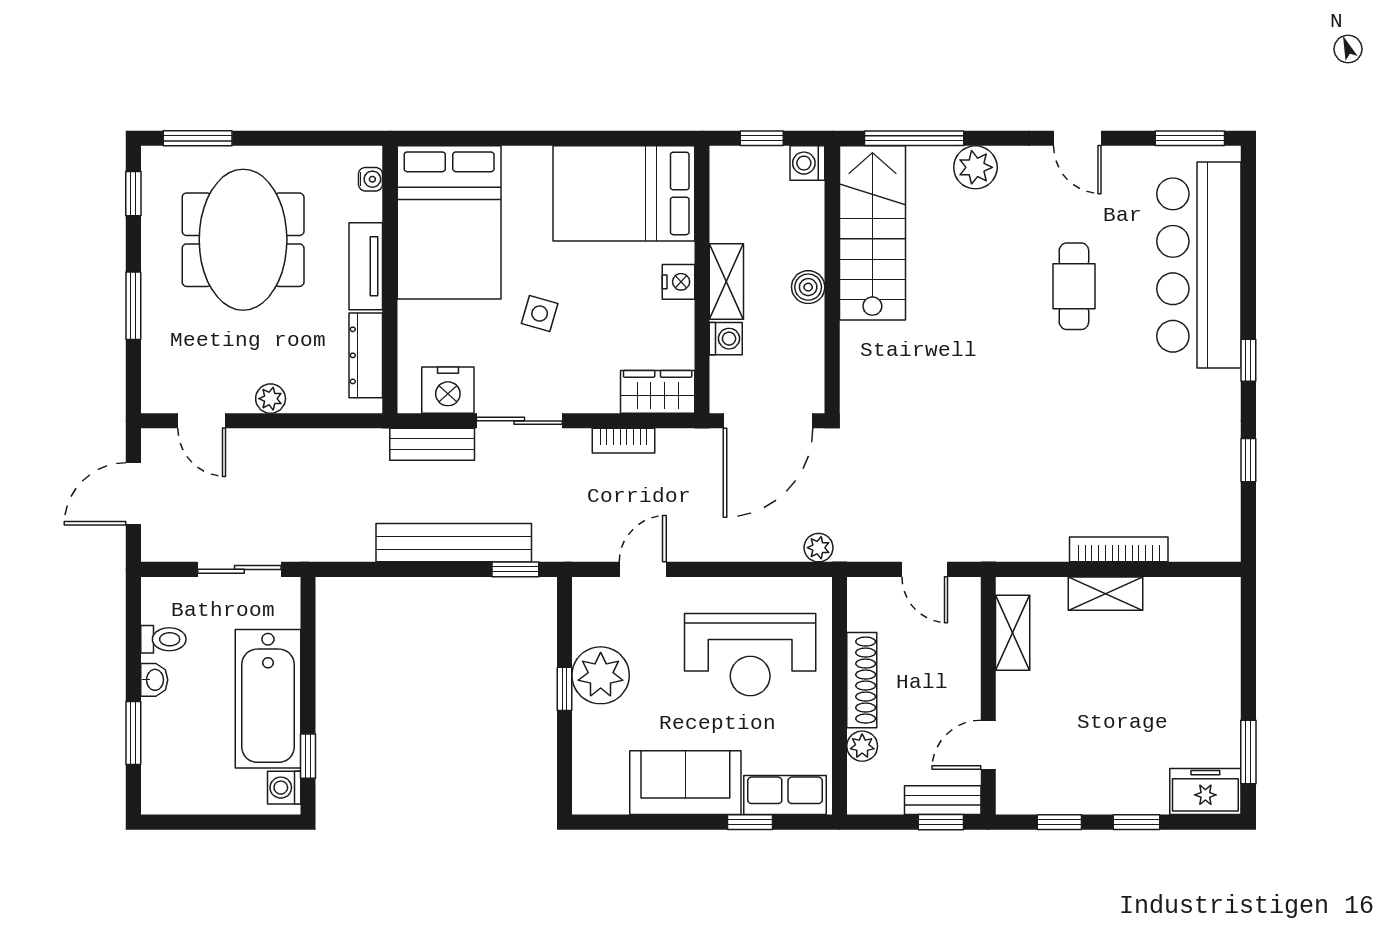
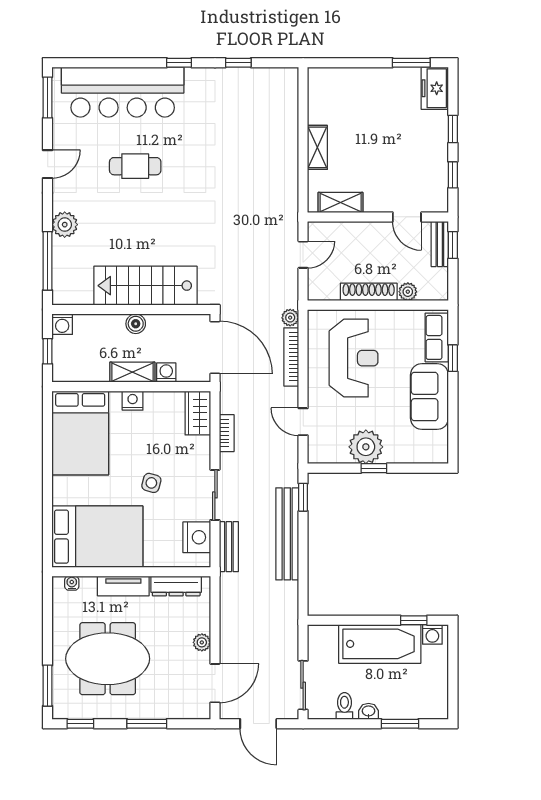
stairs: (872, 233) -> (145, 286), moved
door: (202, 421) -> (215, 683), width x1.38
bookcase: (1119, 549) -> (291, 357), moved
sliding door: (239, 569) -> (303, 685), moved

